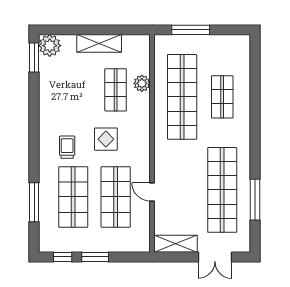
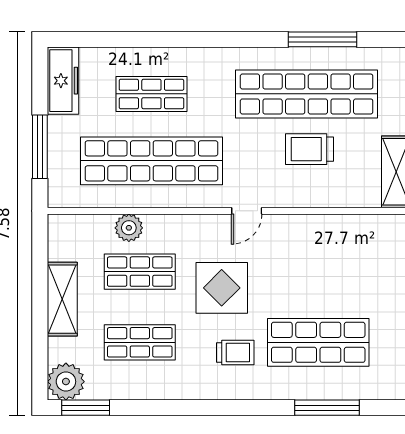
freezer: (230, 44) -> (63, 81), added
display table: (106, 139) -> (222, 288), width x1.36, depth x1.36
trolley: (67, 147) -> (235, 352), turned 180
door: (152, 192) -> (247, 211), moved
trolley: (189, 192) -> (310, 149), added
shop shelf: (116, 197) -> (140, 342), moved, width x0.70, depth x0.74

